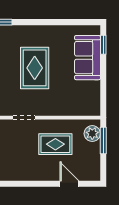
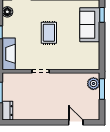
rug: (35, 68) -> (49, 33), width x0.73, depth x0.70
rug: (55, 144) -> (65, 92), removed

